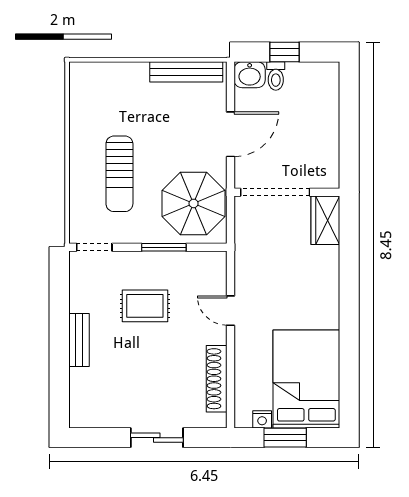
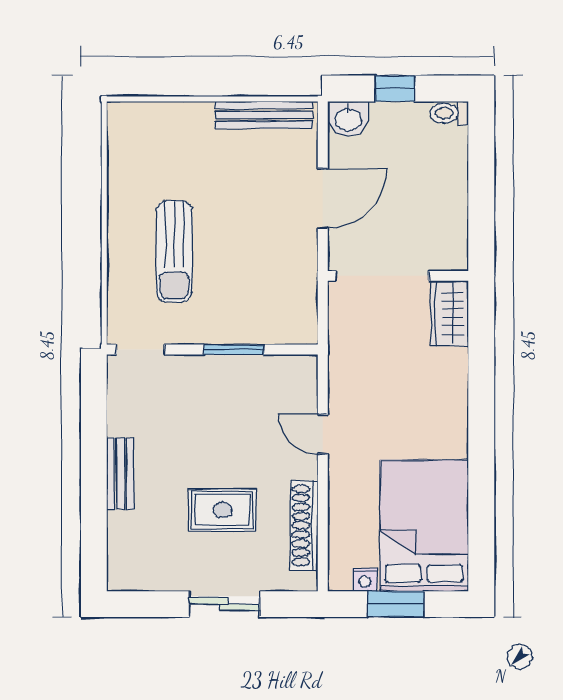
toilet: (276, 76) -> (449, 113), moved, turned 90
parasol: (194, 203) -> (273, 291), removed
rug: (145, 306) -> (222, 510), moved

